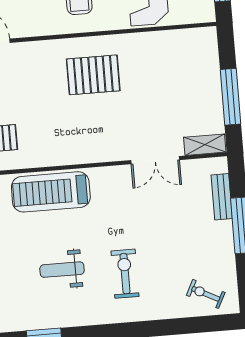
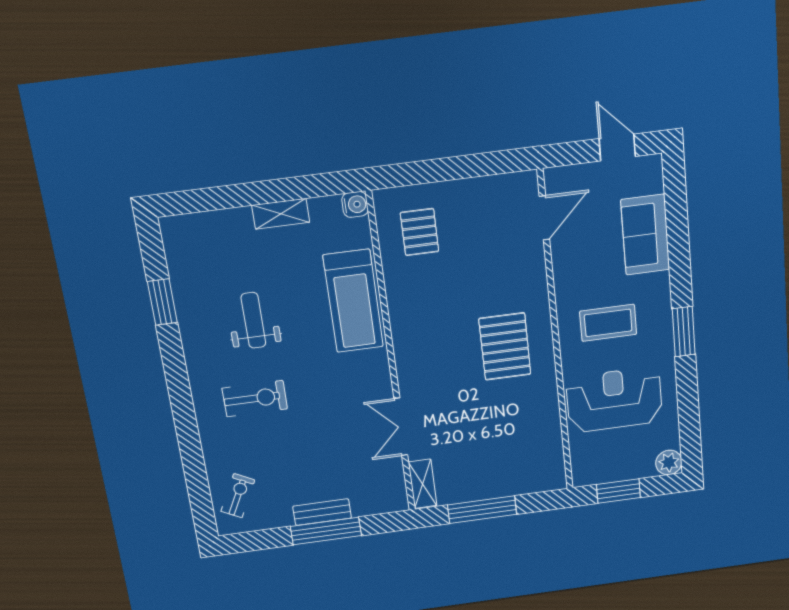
treadmill: (51, 192) -> (353, 301), turned 180
bench: (222, 197) -> (322, 512), moved

